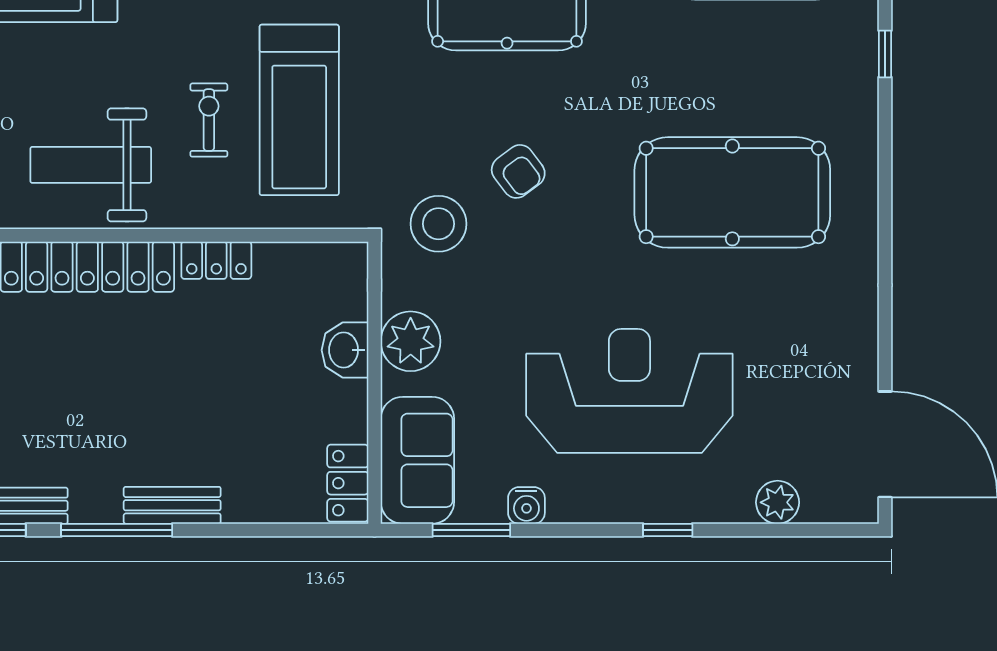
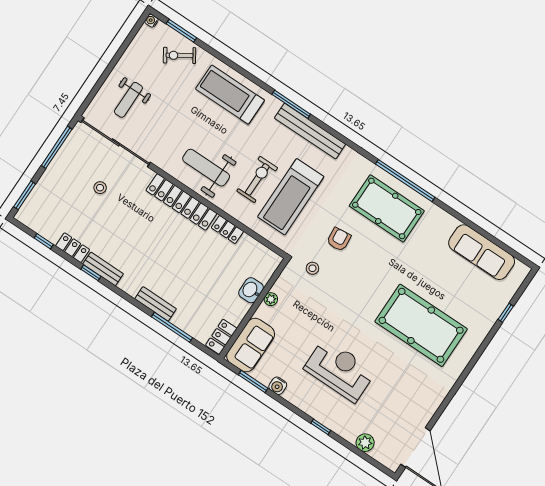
exercise bike: (209, 120) -> (257, 179), width x1.38, depth x1.39
armchair: (518, 171) -> (339, 239), moved, turned -149
stool: (438, 224) -> (312, 268), width x0.53, depth x0.53
plant: (411, 341) -> (271, 299), width x0.53, depth x0.53
reception desk: (629, 391) -> (340, 370), width x0.74, depth x0.77
window: (117, 530) -> (172, 327), moved

